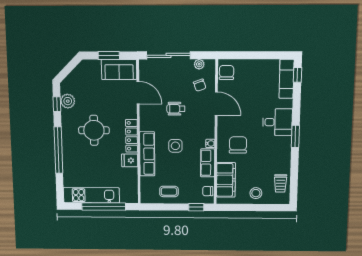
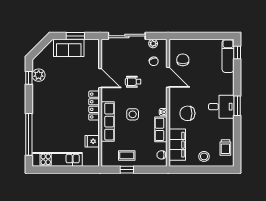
sofa: (119, 70) -> (69, 48), moved
chair: (227, 73) -> (183, 60), moved
door: (138, 93) -> (100, 78), moved
desk: (277, 122) -> (221, 107), moved
round table: (94, 130) -> (61, 101), removed
chair: (238, 145) -> (187, 113), turned -90
window: (58, 150) -> (29, 134), moved
fridge: (130, 160) -> (92, 141), moved
window: (104, 207) -> (68, 170), removed
window: (196, 207) -> (127, 170), moved

